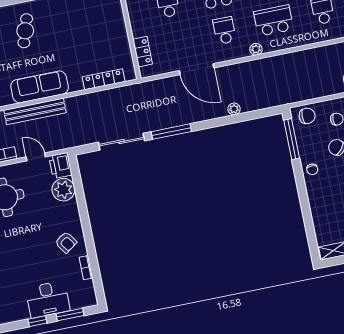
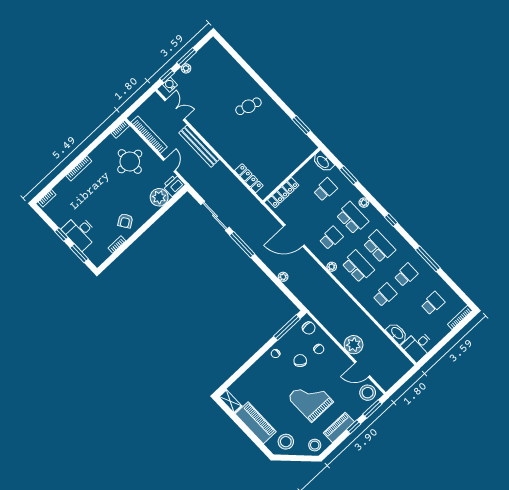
locker: (143, 52) -> (283, 193), width x1.53
door: (197, 69) -> (294, 236), hinge flipped
sofa: (40, 87) -> (217, 139), removed

